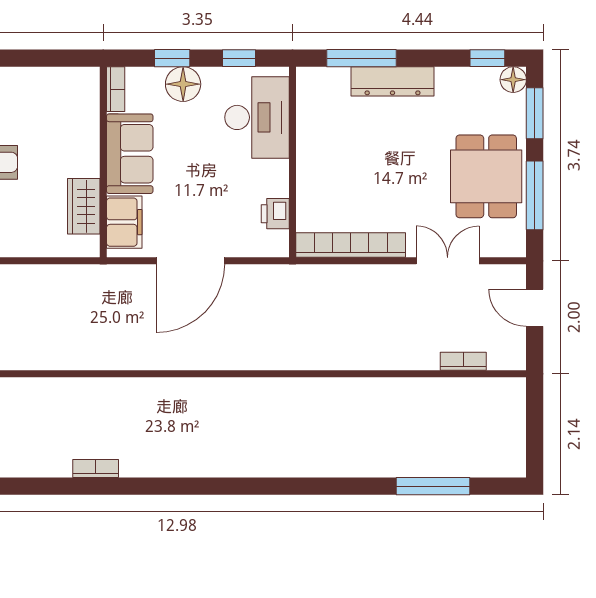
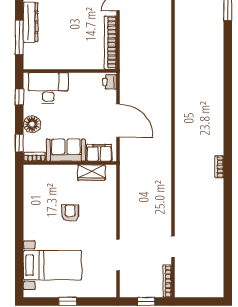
window: (172, 58) -> (19, 143), moved
printer: (275, 214) -> (110, 82), moved, turned 90

